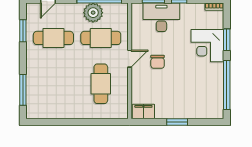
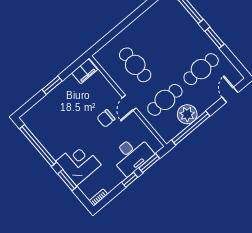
window: (23, 31) -> (214, 38), moved
chair: (158, 62) -> (106, 118), turned -90

